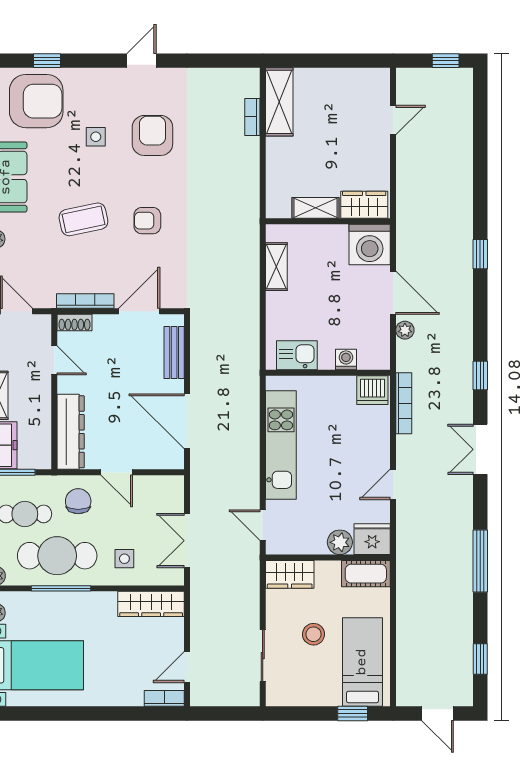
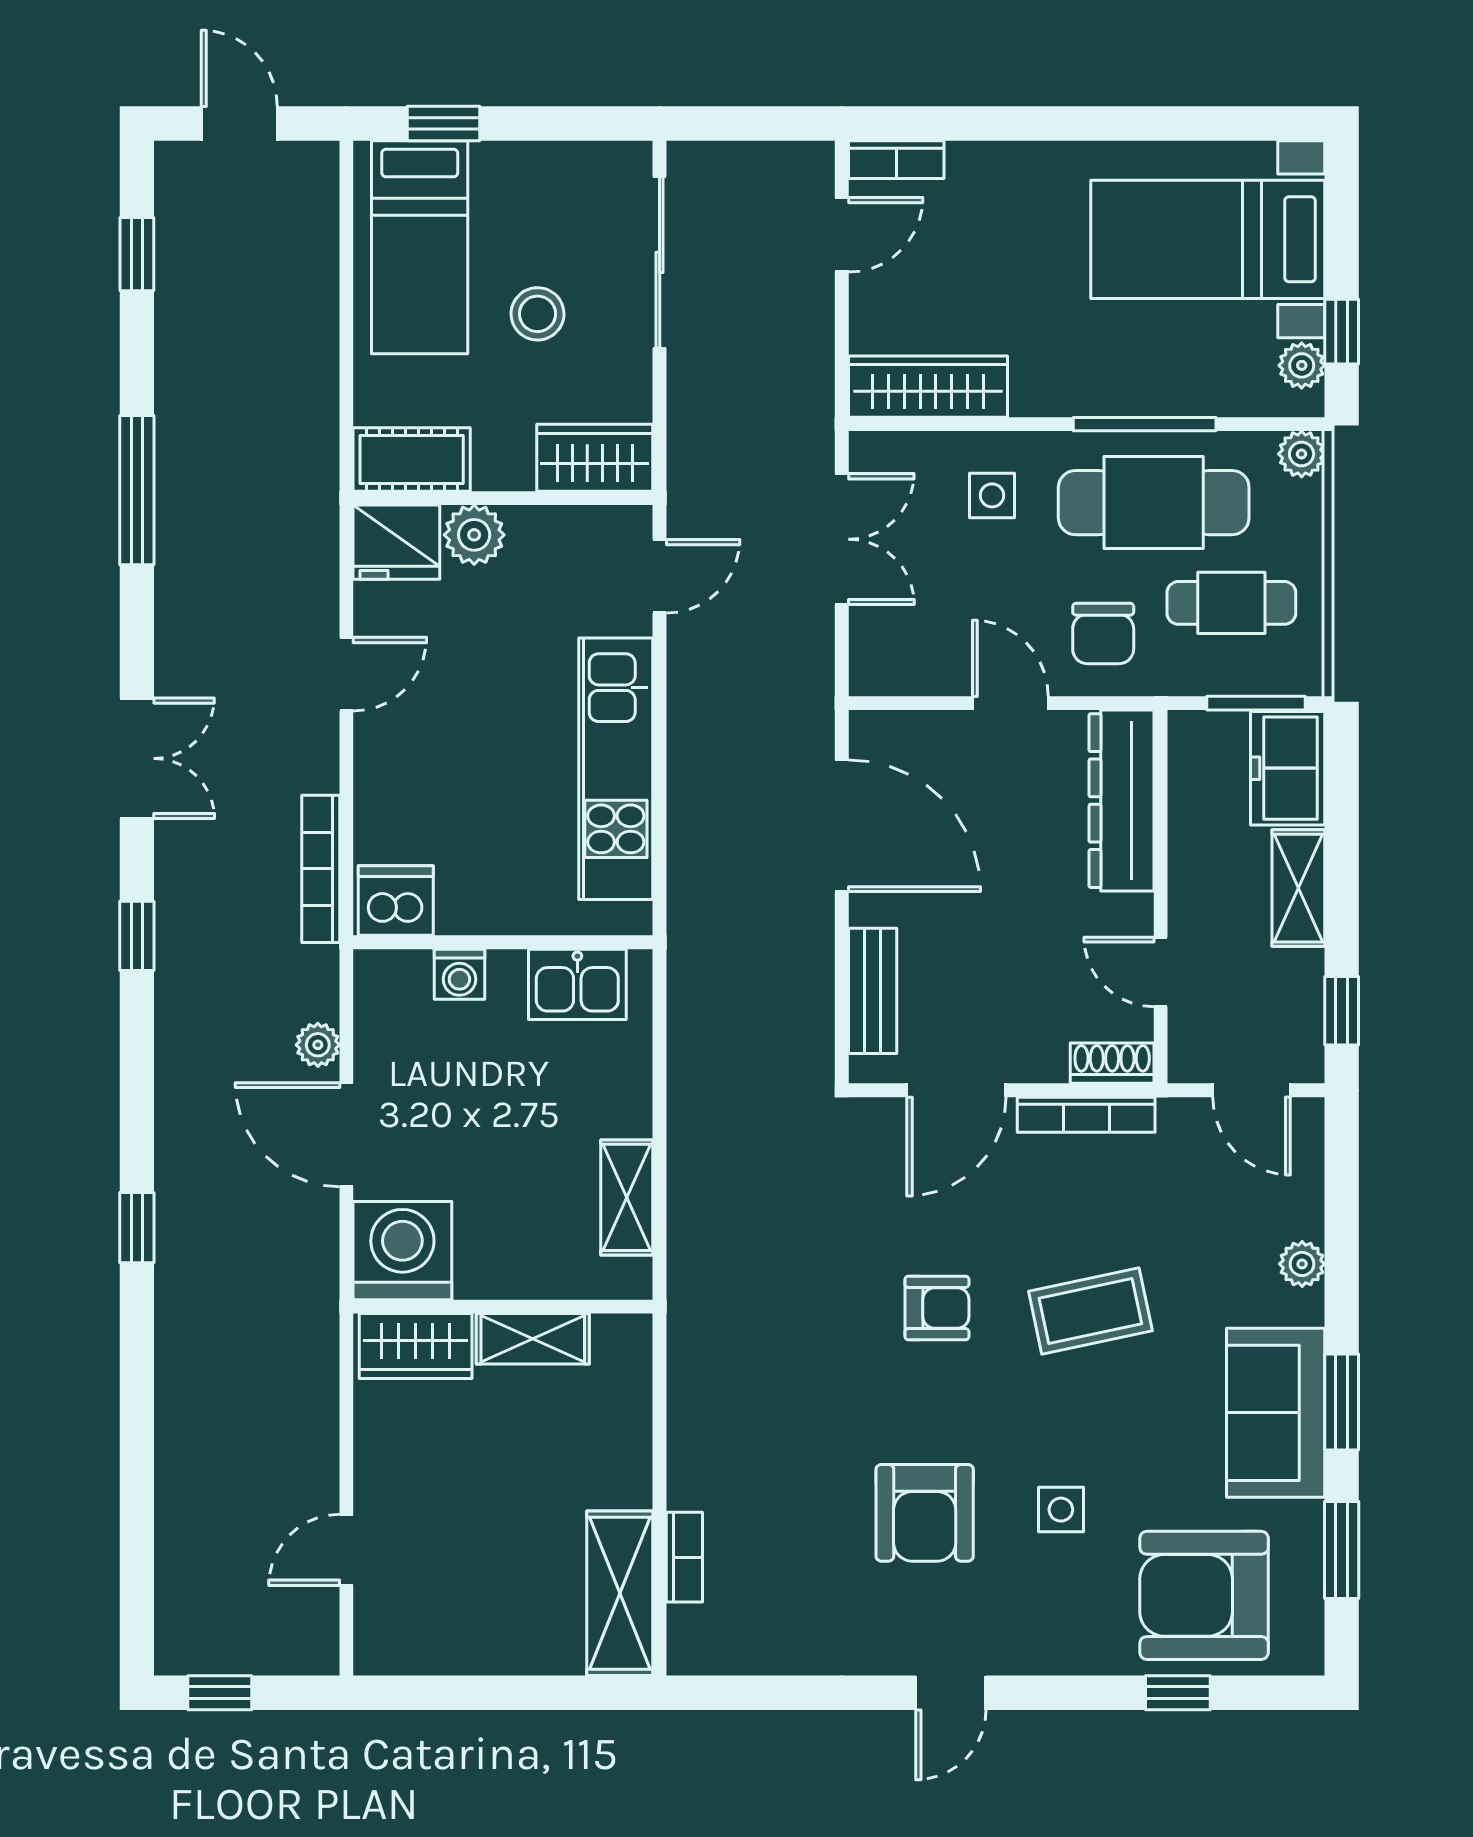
door: (263, 525) -> (660, 576), hinge flipped
sliding door: (263, 656) -> (660, 262), width x1.37

